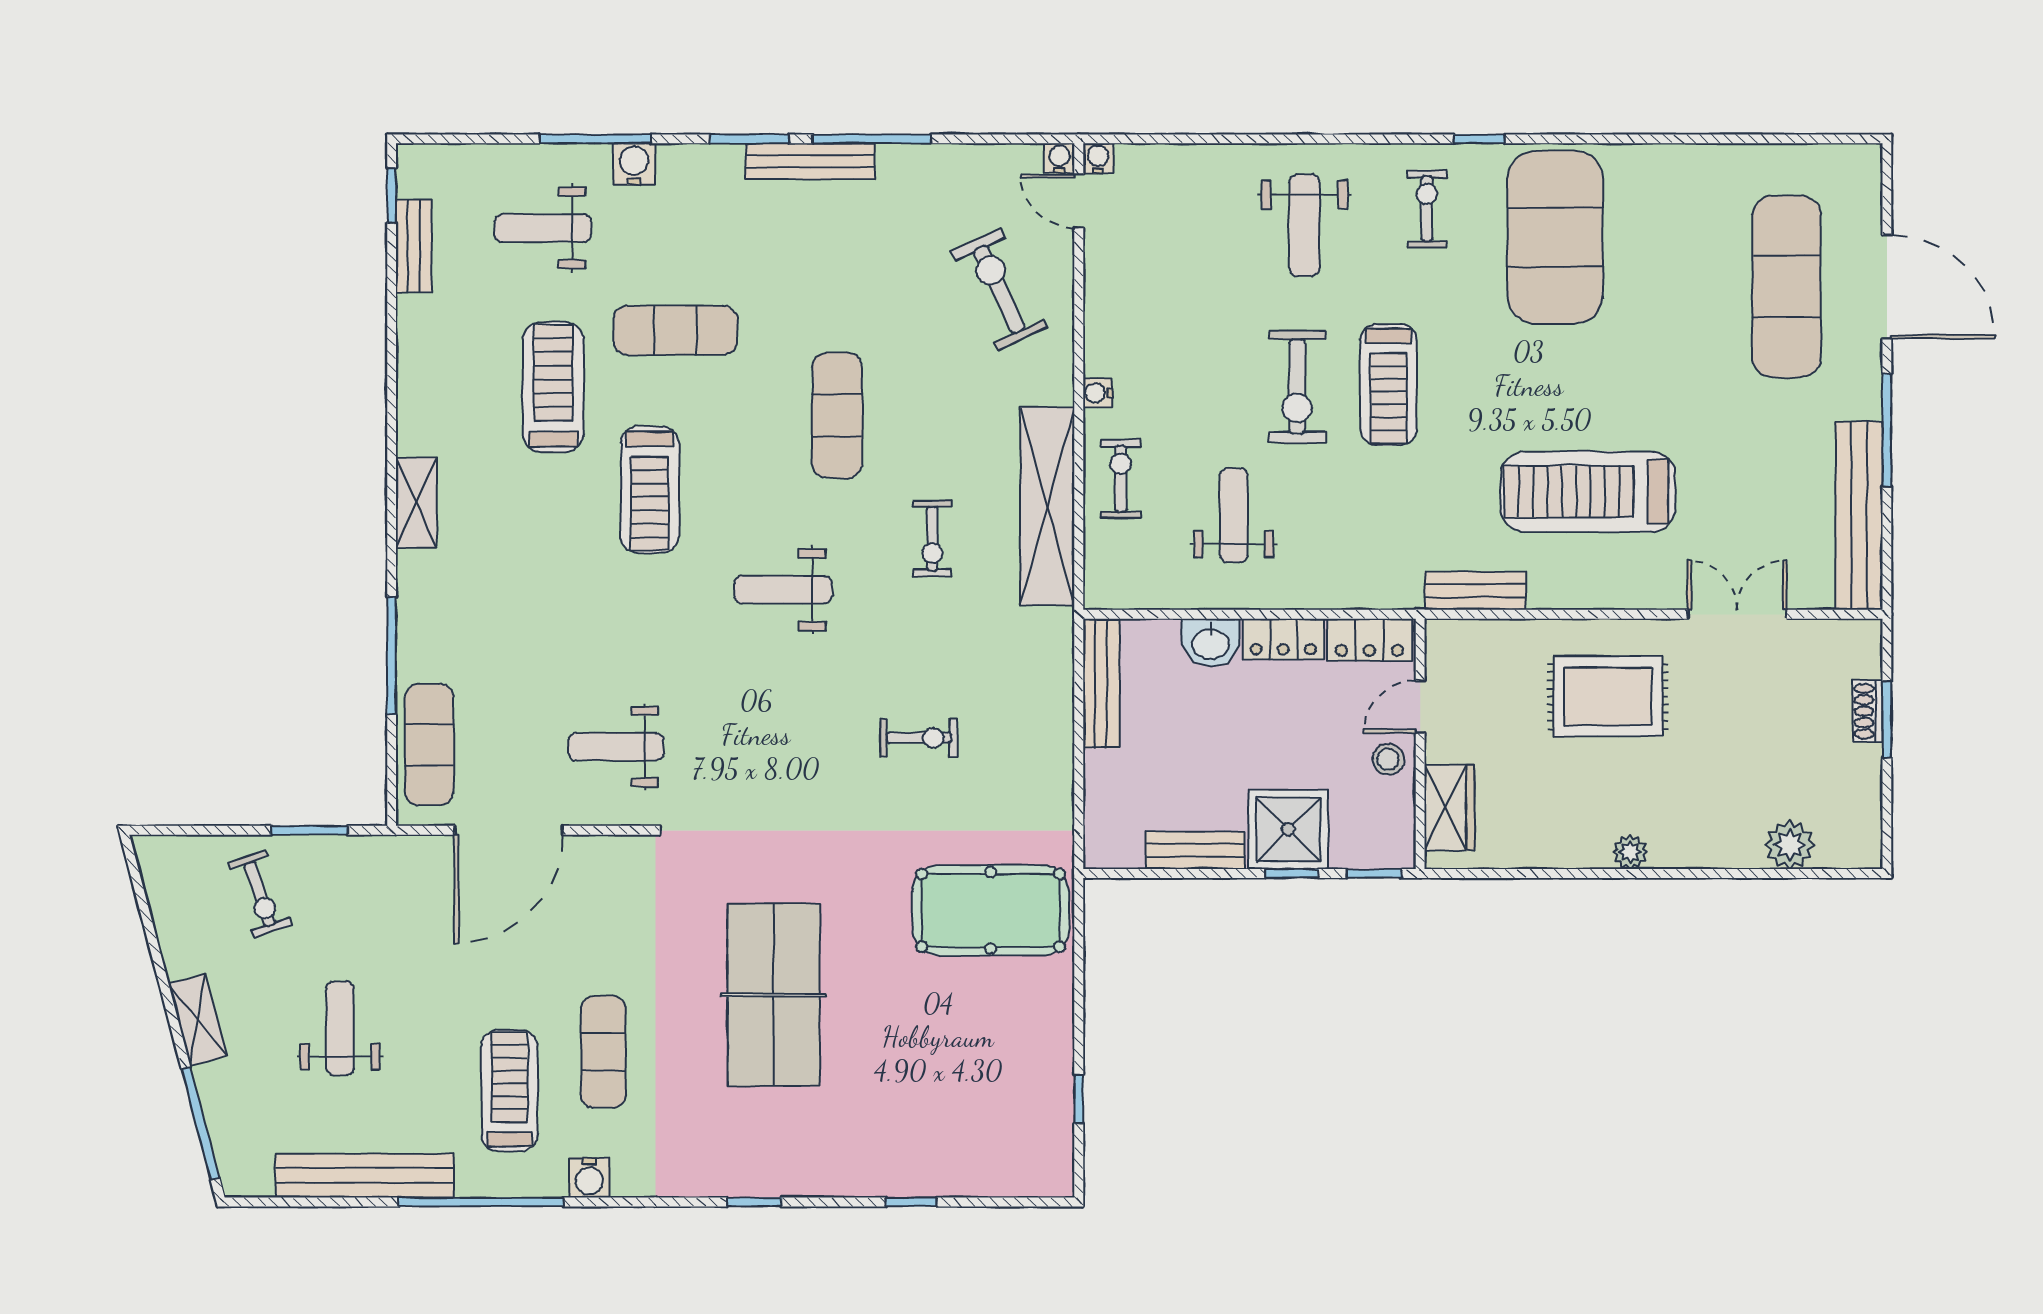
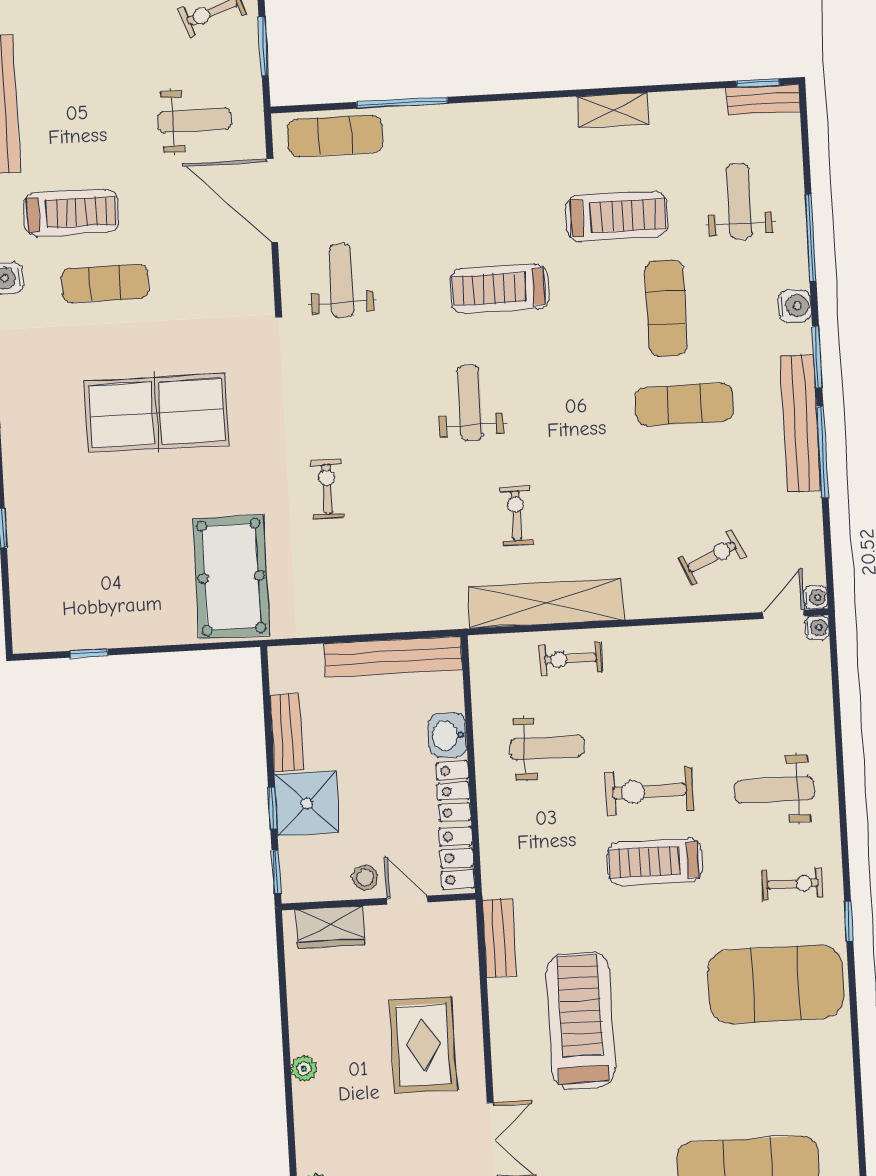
bench: (810, 161) -> (801, 423), width x1.37, depth x1.21
water cooler: (634, 164) -> (795, 306), moved
bench: (414, 246) -> (763, 100), moved
exercise bike: (999, 289) -> (712, 557), width x0.73, depth x0.72
water cooler: (1097, 393) -> (636, 637), removed
exercise mat: (837, 415) -> (684, 404), moved
exercise bike: (1121, 479) -> (571, 659), turned 180
treadmill: (650, 490) -> (500, 289), moved
shelving: (416, 502) -> (613, 110), moved
exercise bike: (932, 539) -> (516, 516), turned 90
bench: (1101, 683) -> (393, 657), width x1.37, depth x1.21
exercise bike: (919, 738) -> (327, 489), moved, turned 180
weight bench: (340, 1028) -> (195, 121), moved

